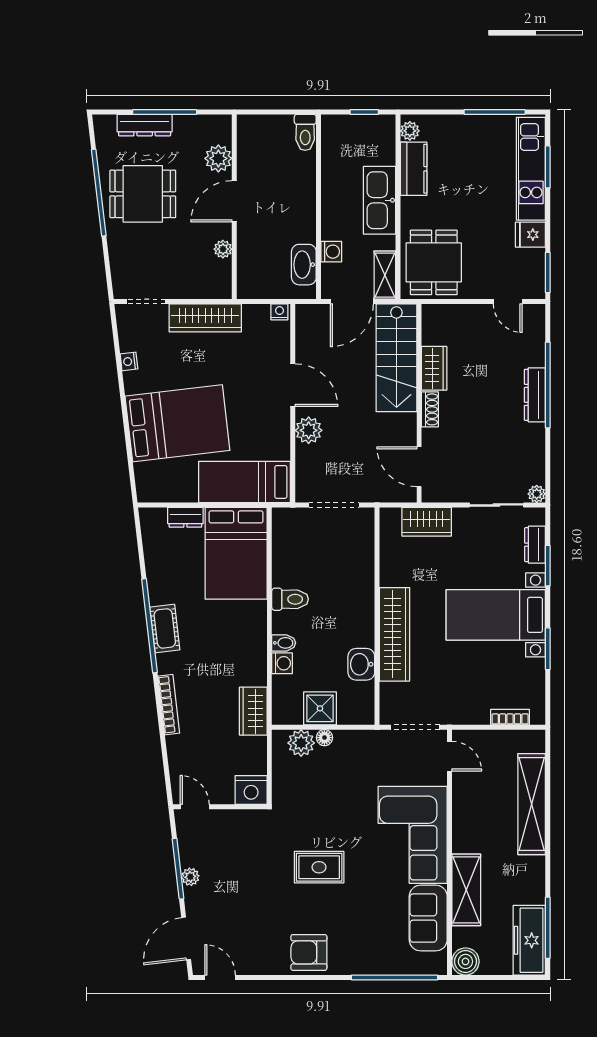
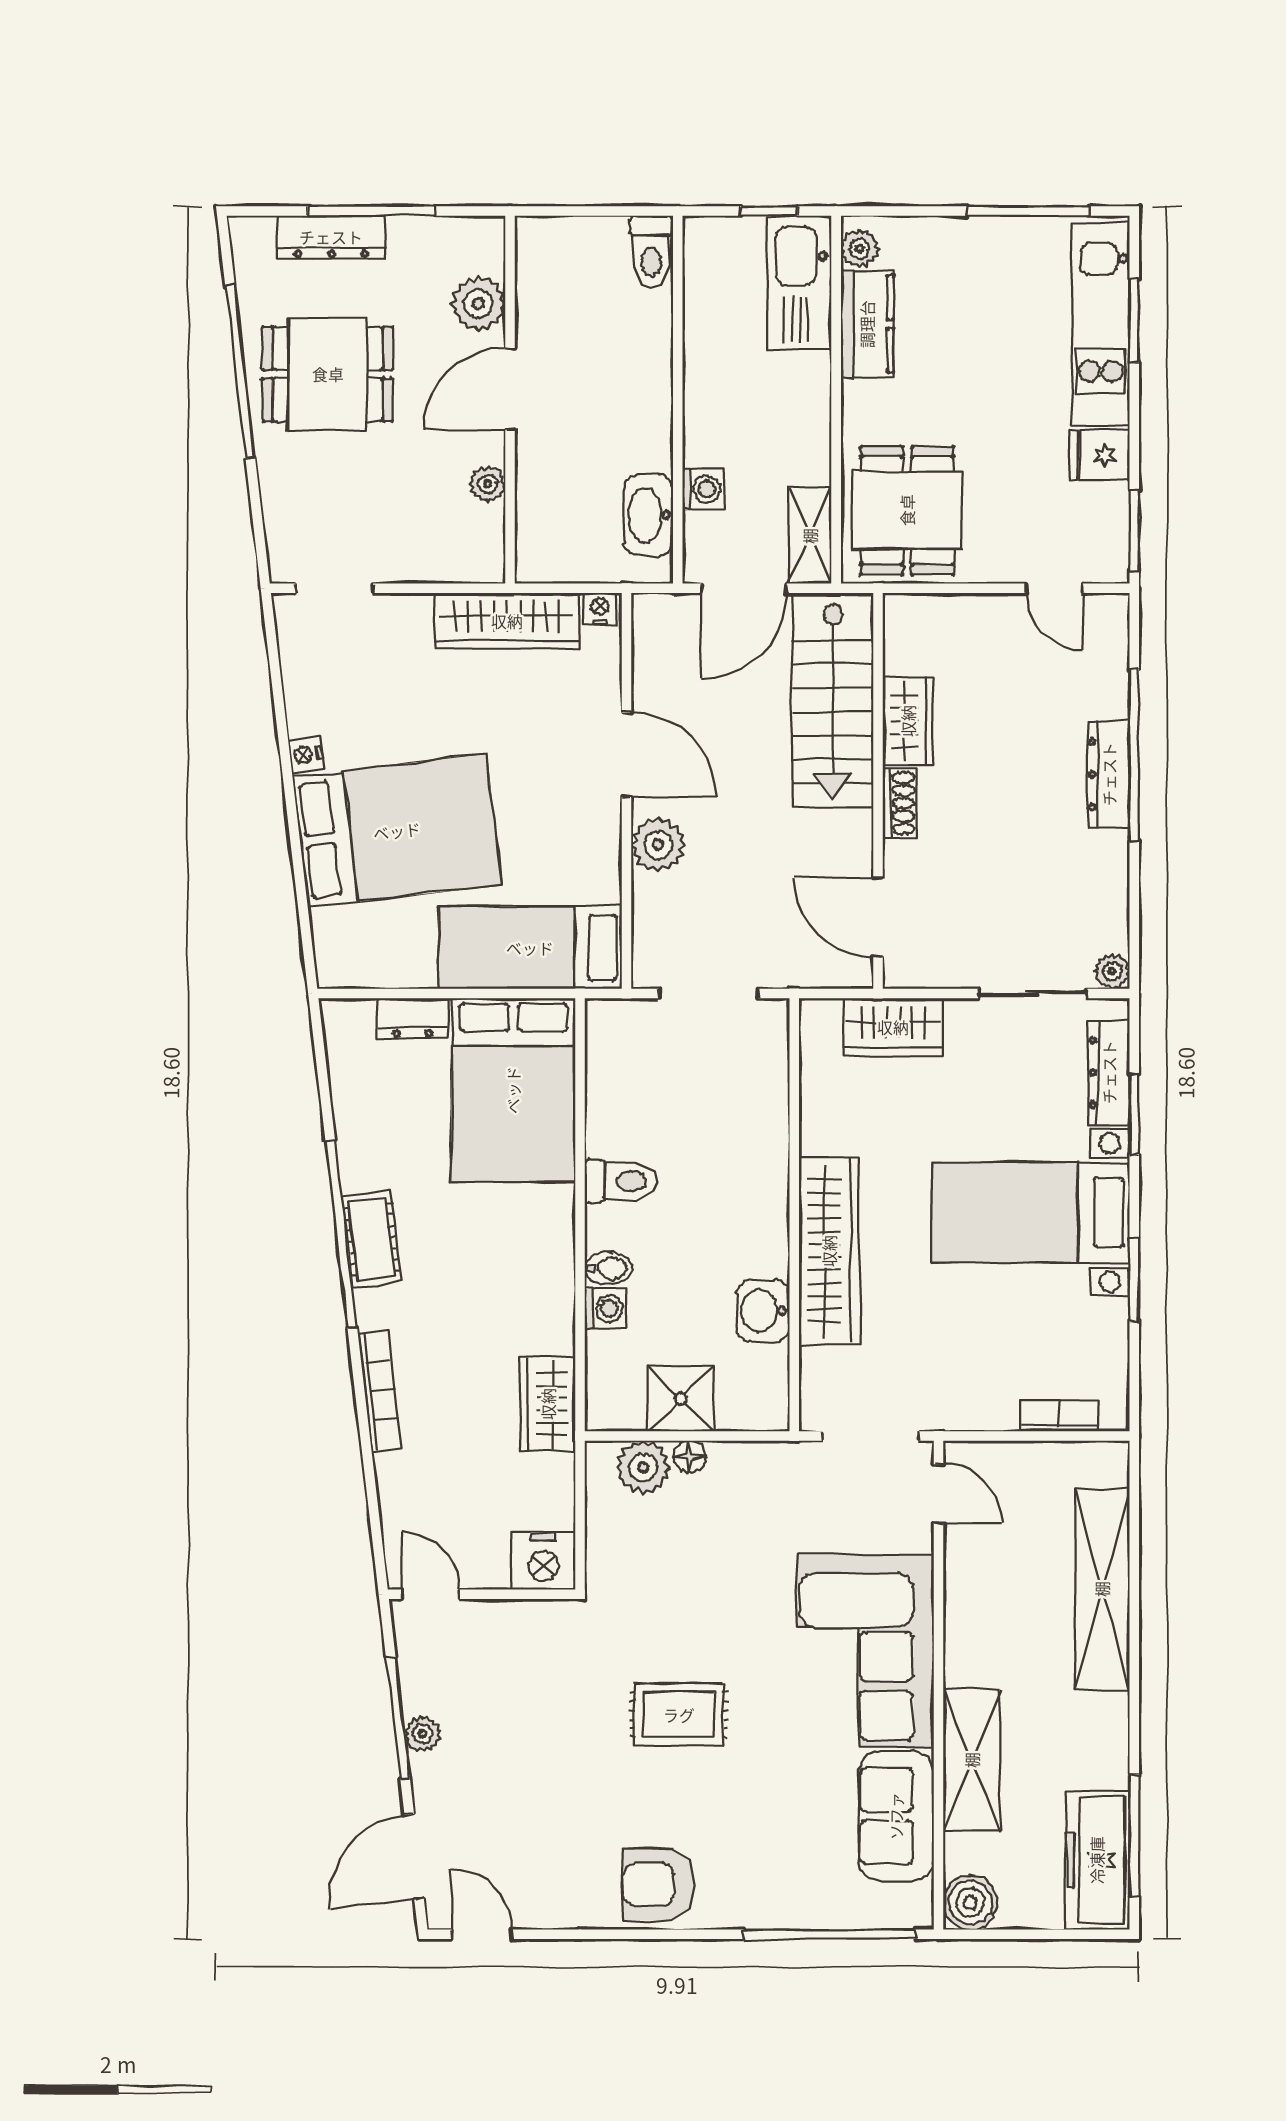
kitchen sink: (379, 200) -> (799, 283), moved
wardrobe: (205, 318) -> (507, 621), moved
nightstand: (129, 361) -> (306, 754), moved
dresser: (535, 545) -> (1109, 1072), width x1.44

